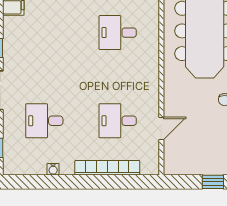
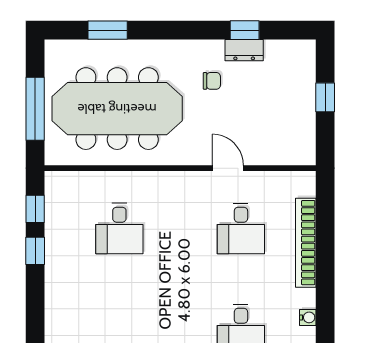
door: (161, 129) -> (228, 168), moved

